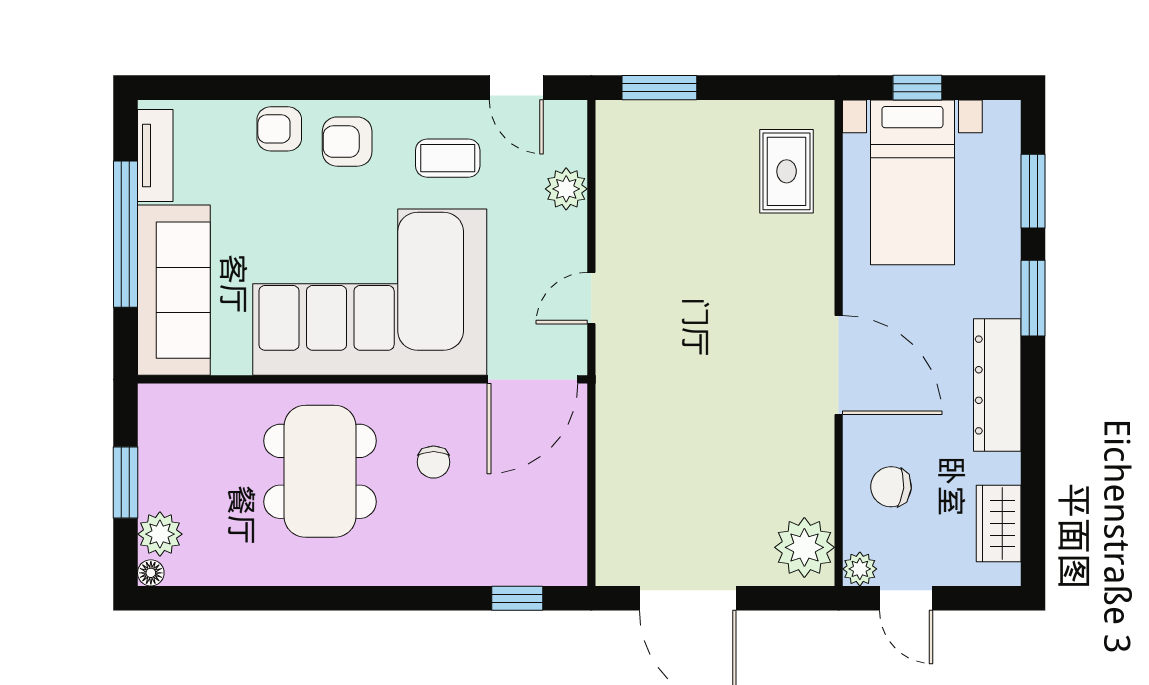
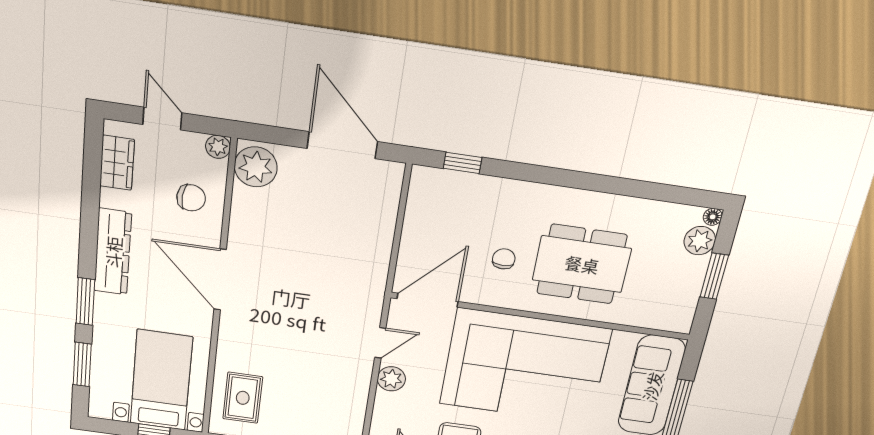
plant: (566, 189) -> (391, 379), moved
dining table: (320, 471) -> (582, 264), turned 90
door: (906, 598) -> (162, 119), moved

